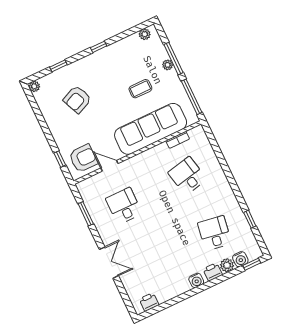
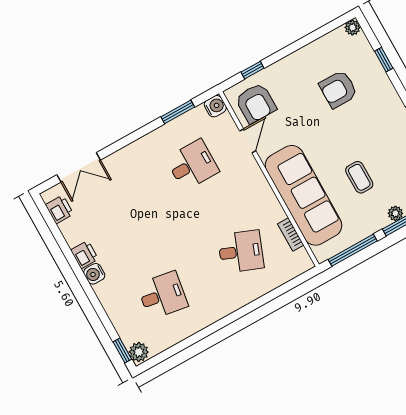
armchair: (77, 99) -> (338, 89), turned -66
desk: (187, 176) -> (241, 252), turned 33
window: (250, 219) -> (186, 344), removed
water cooler: (240, 259) -> (215, 106), moved, turned 180
double door: (109, 263) -> (79, 167), moved
plant: (227, 265) -> (139, 352), moved
printer: (213, 272) -> (85, 255), moved

